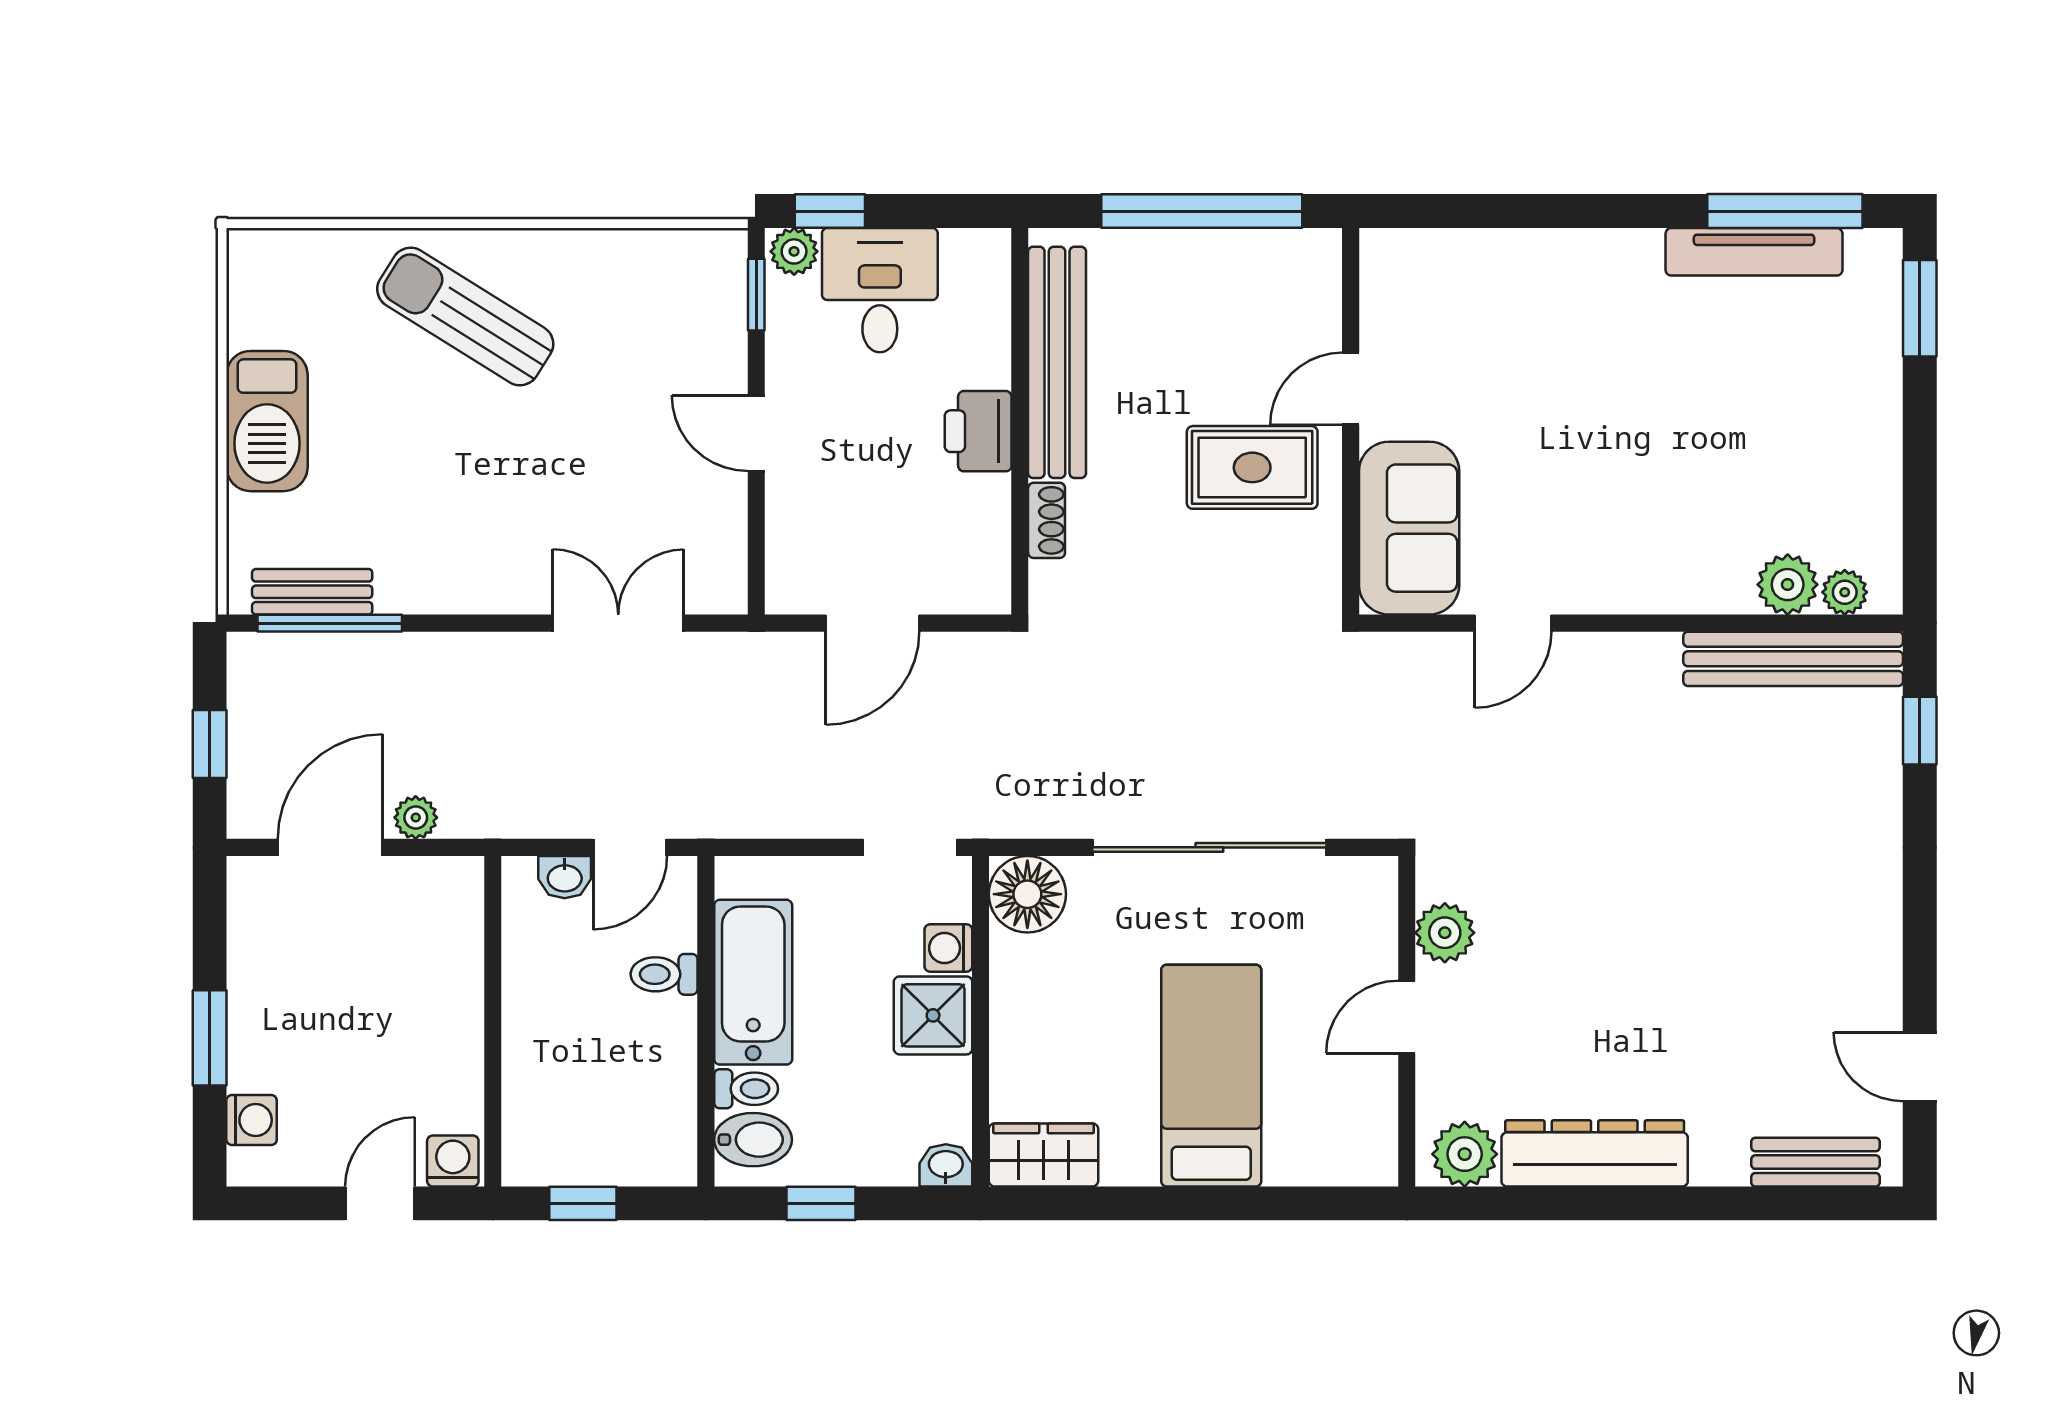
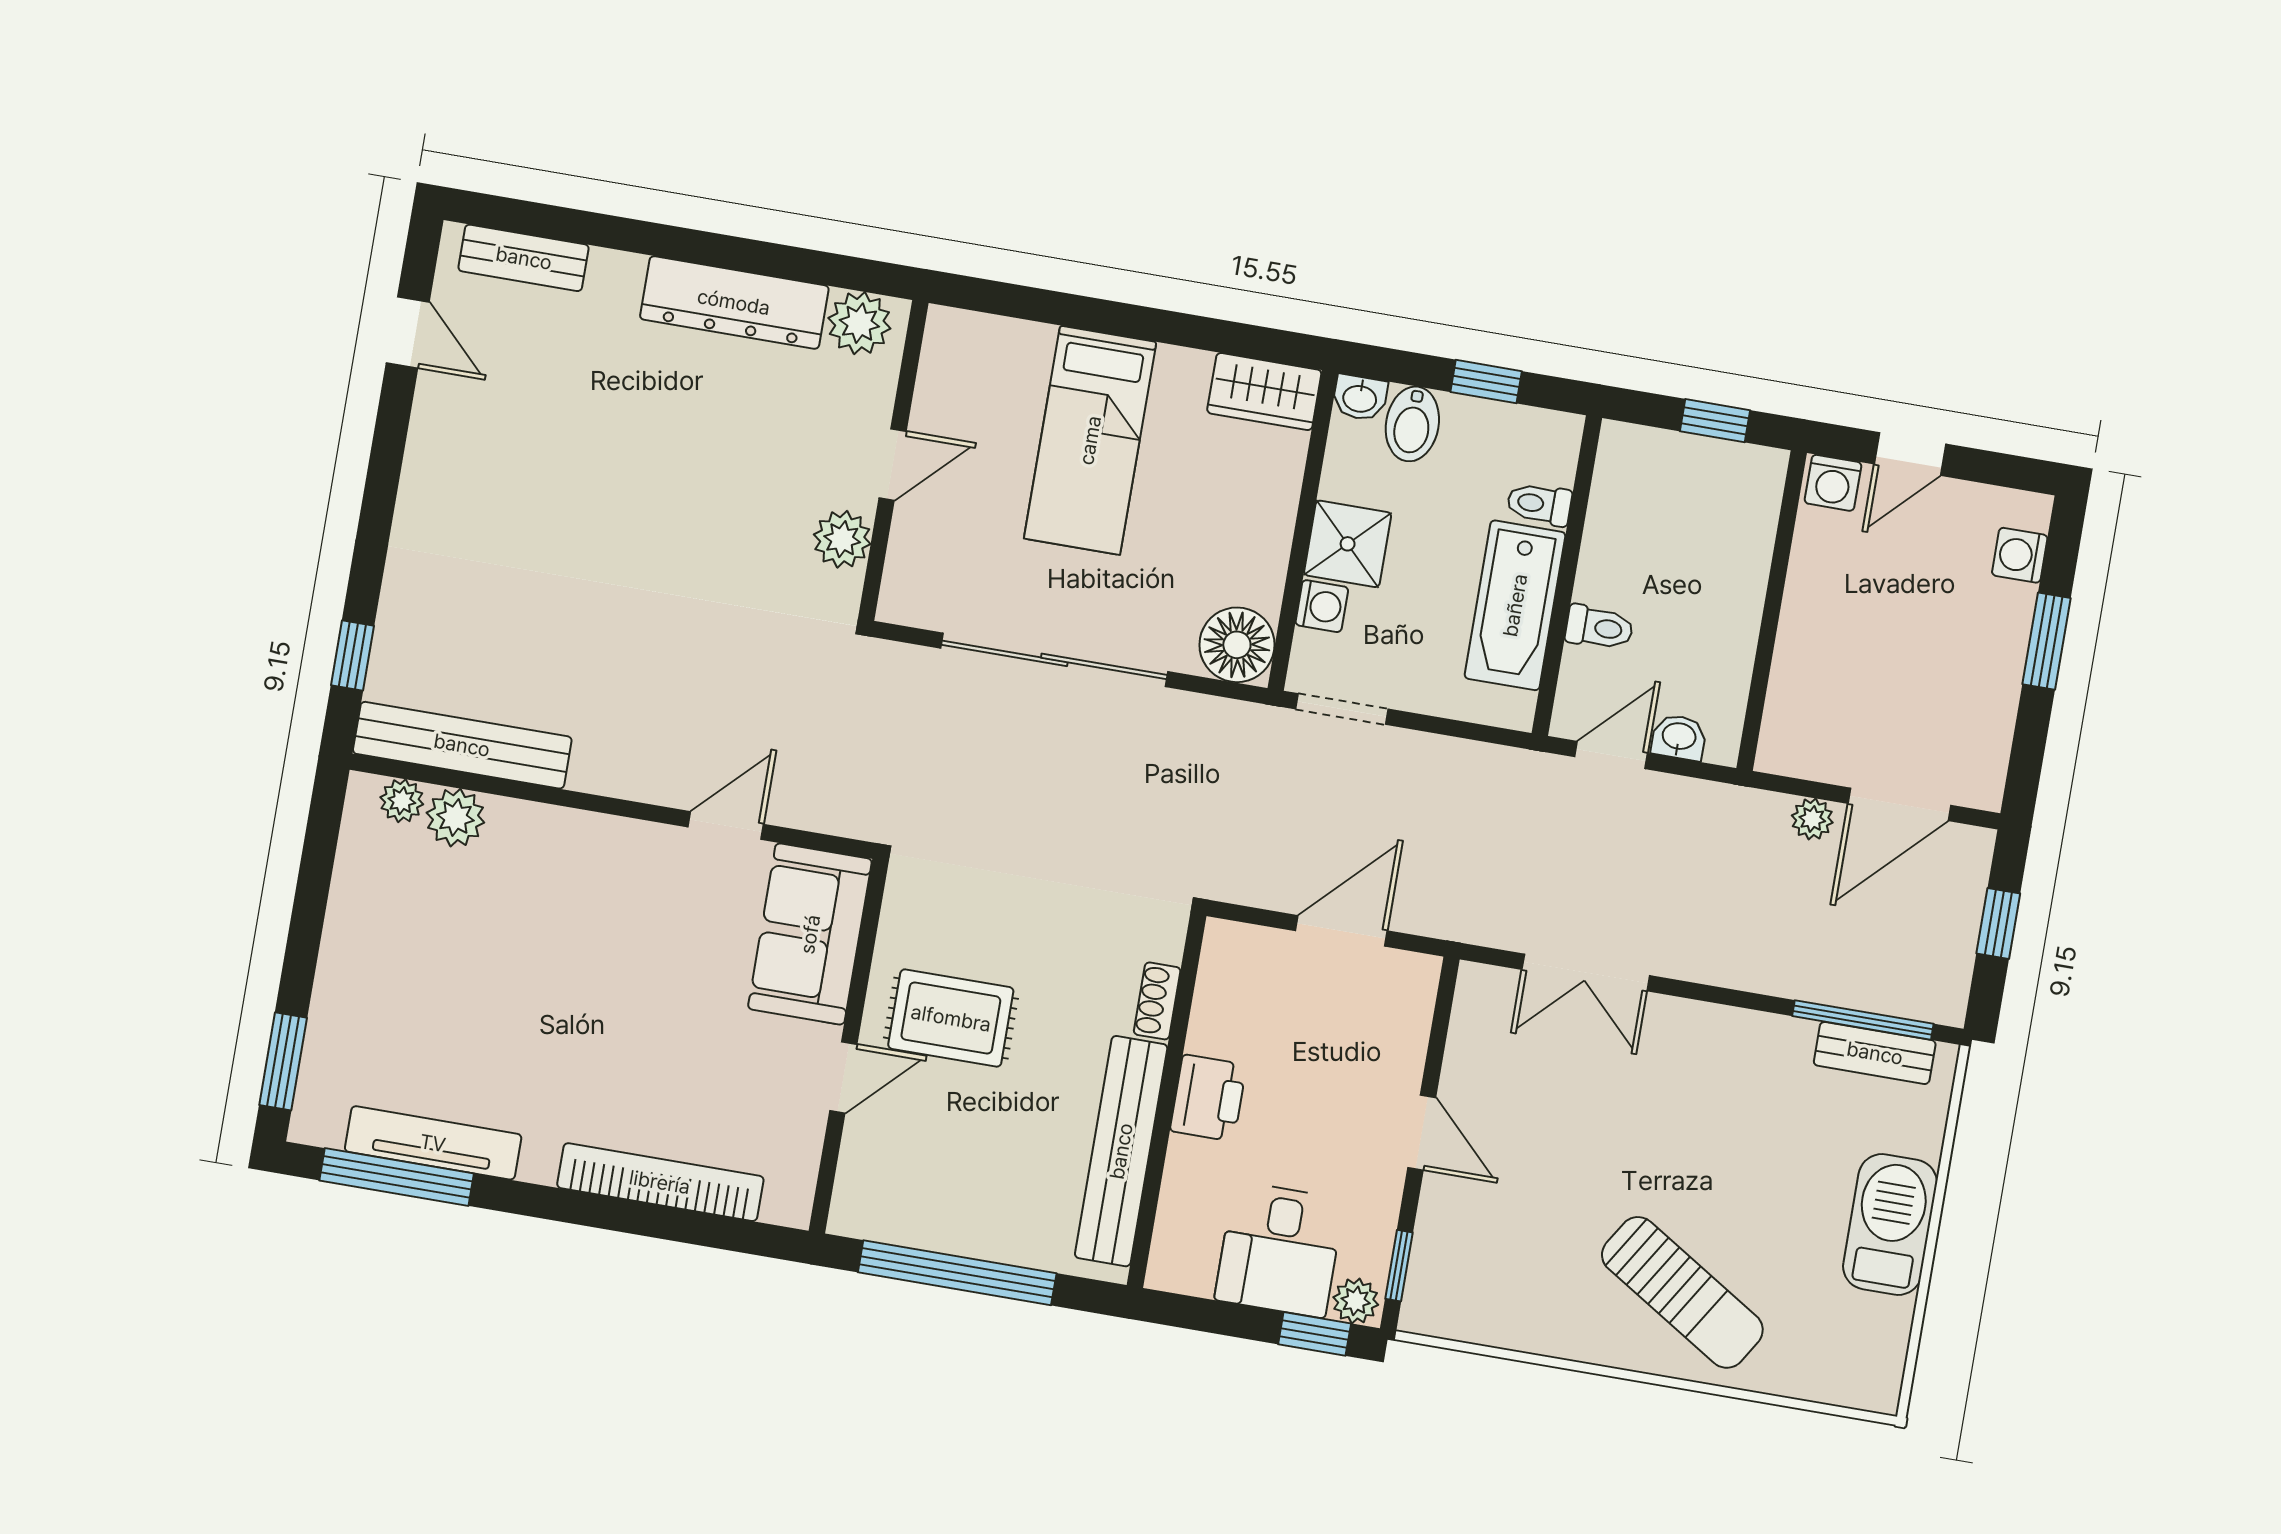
bookcase: (1517, 251) -> (660, 1182), added
bidet: (753, 1140) -> (1412, 424), moved, turned -90

